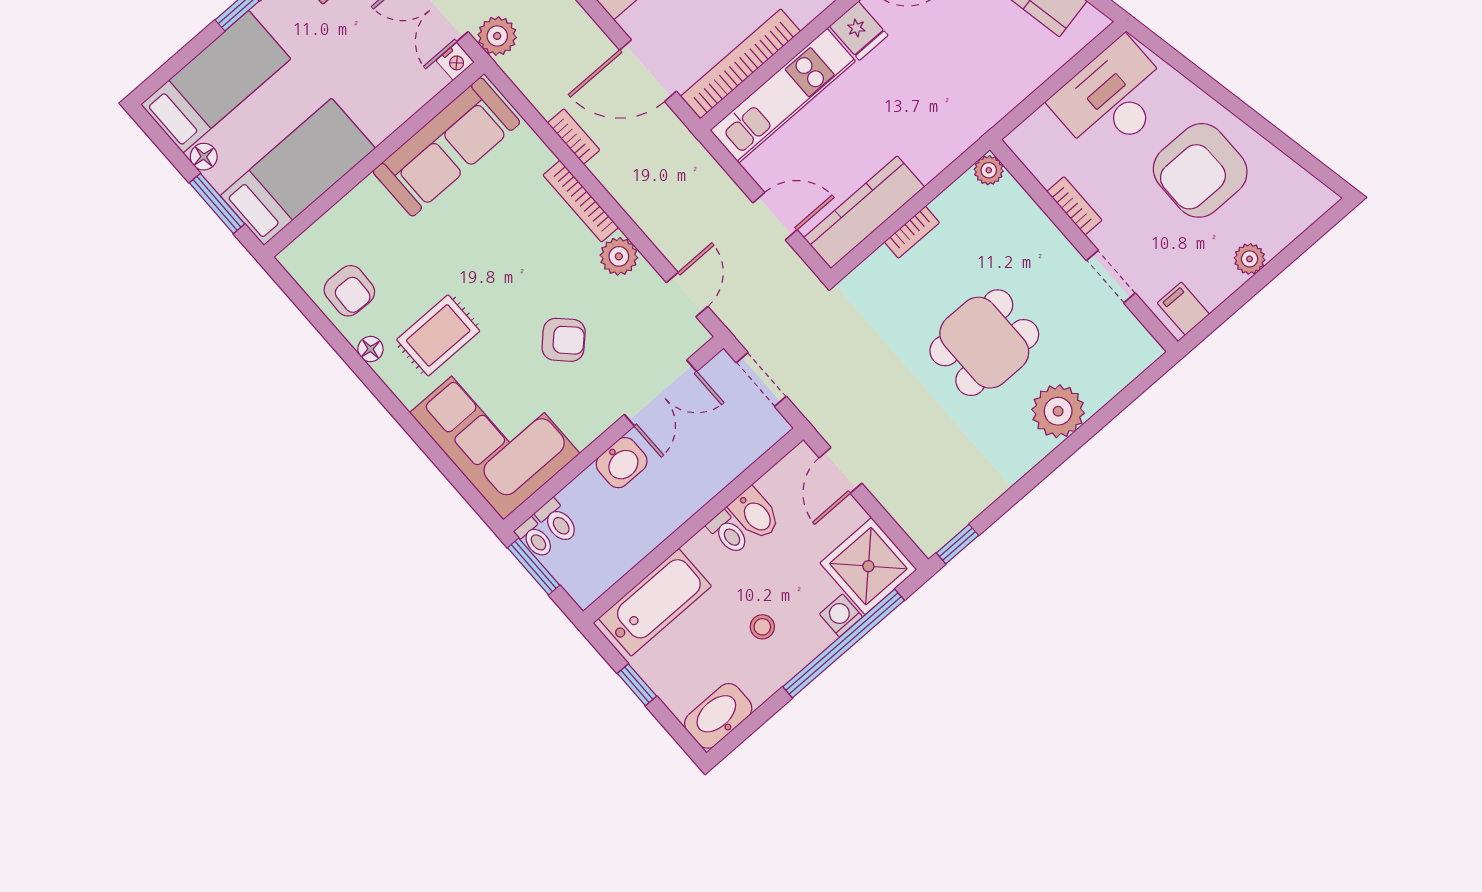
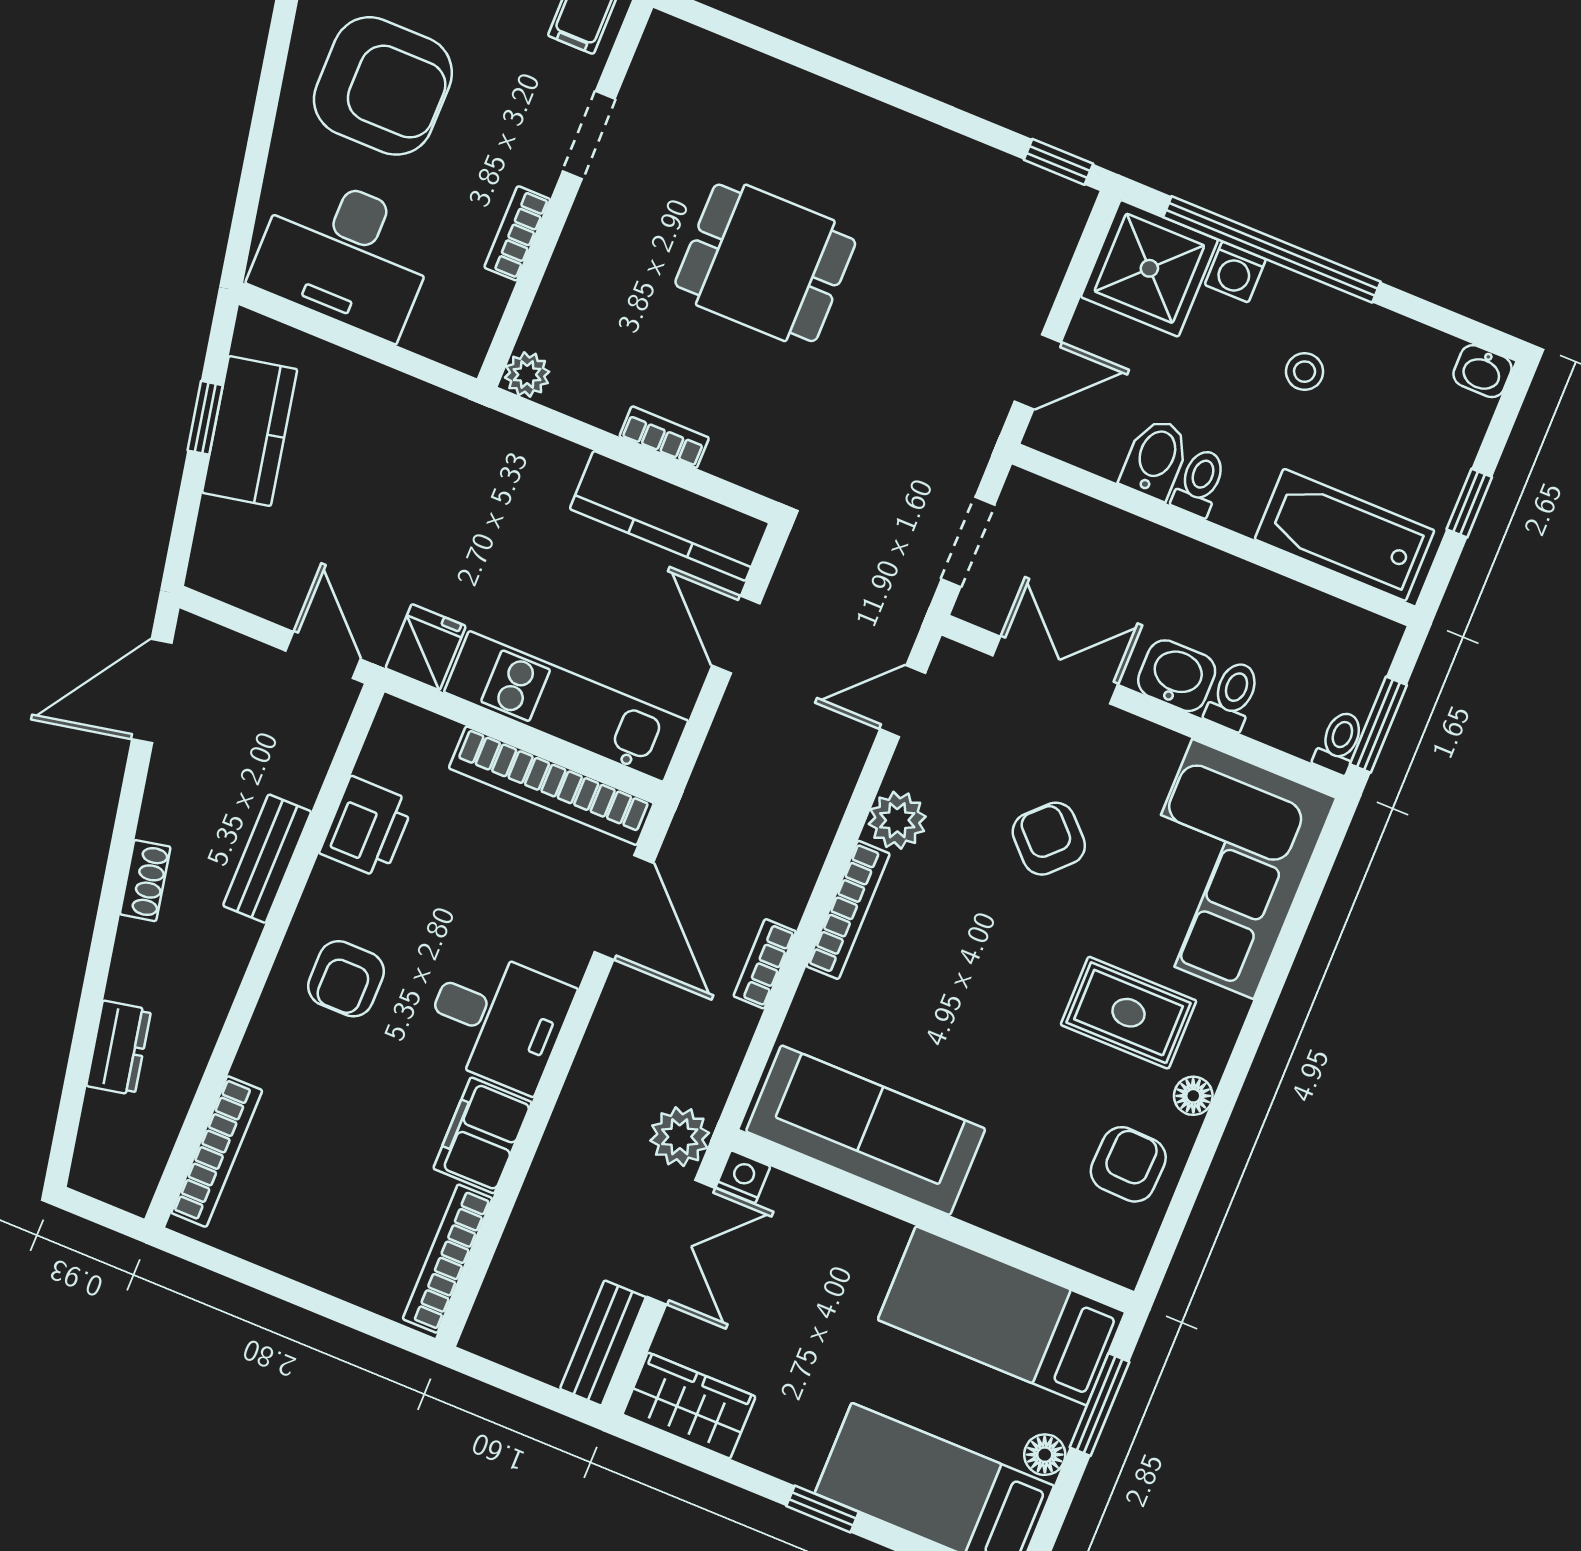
plant: (1058, 411) -> (808, 115), removed
toilet: (557, 521) -> (1233, 696), moved
washbasin: (718, 716) -> (1482, 371), width x0.52, depth x0.69

